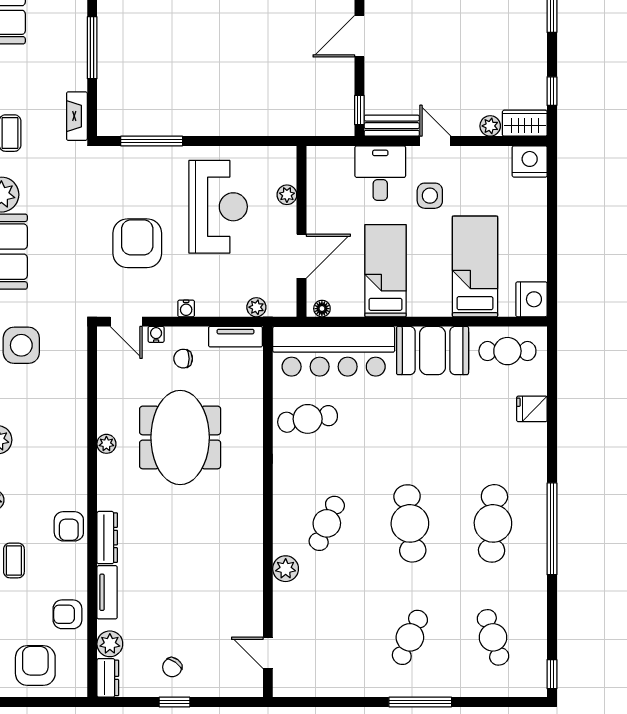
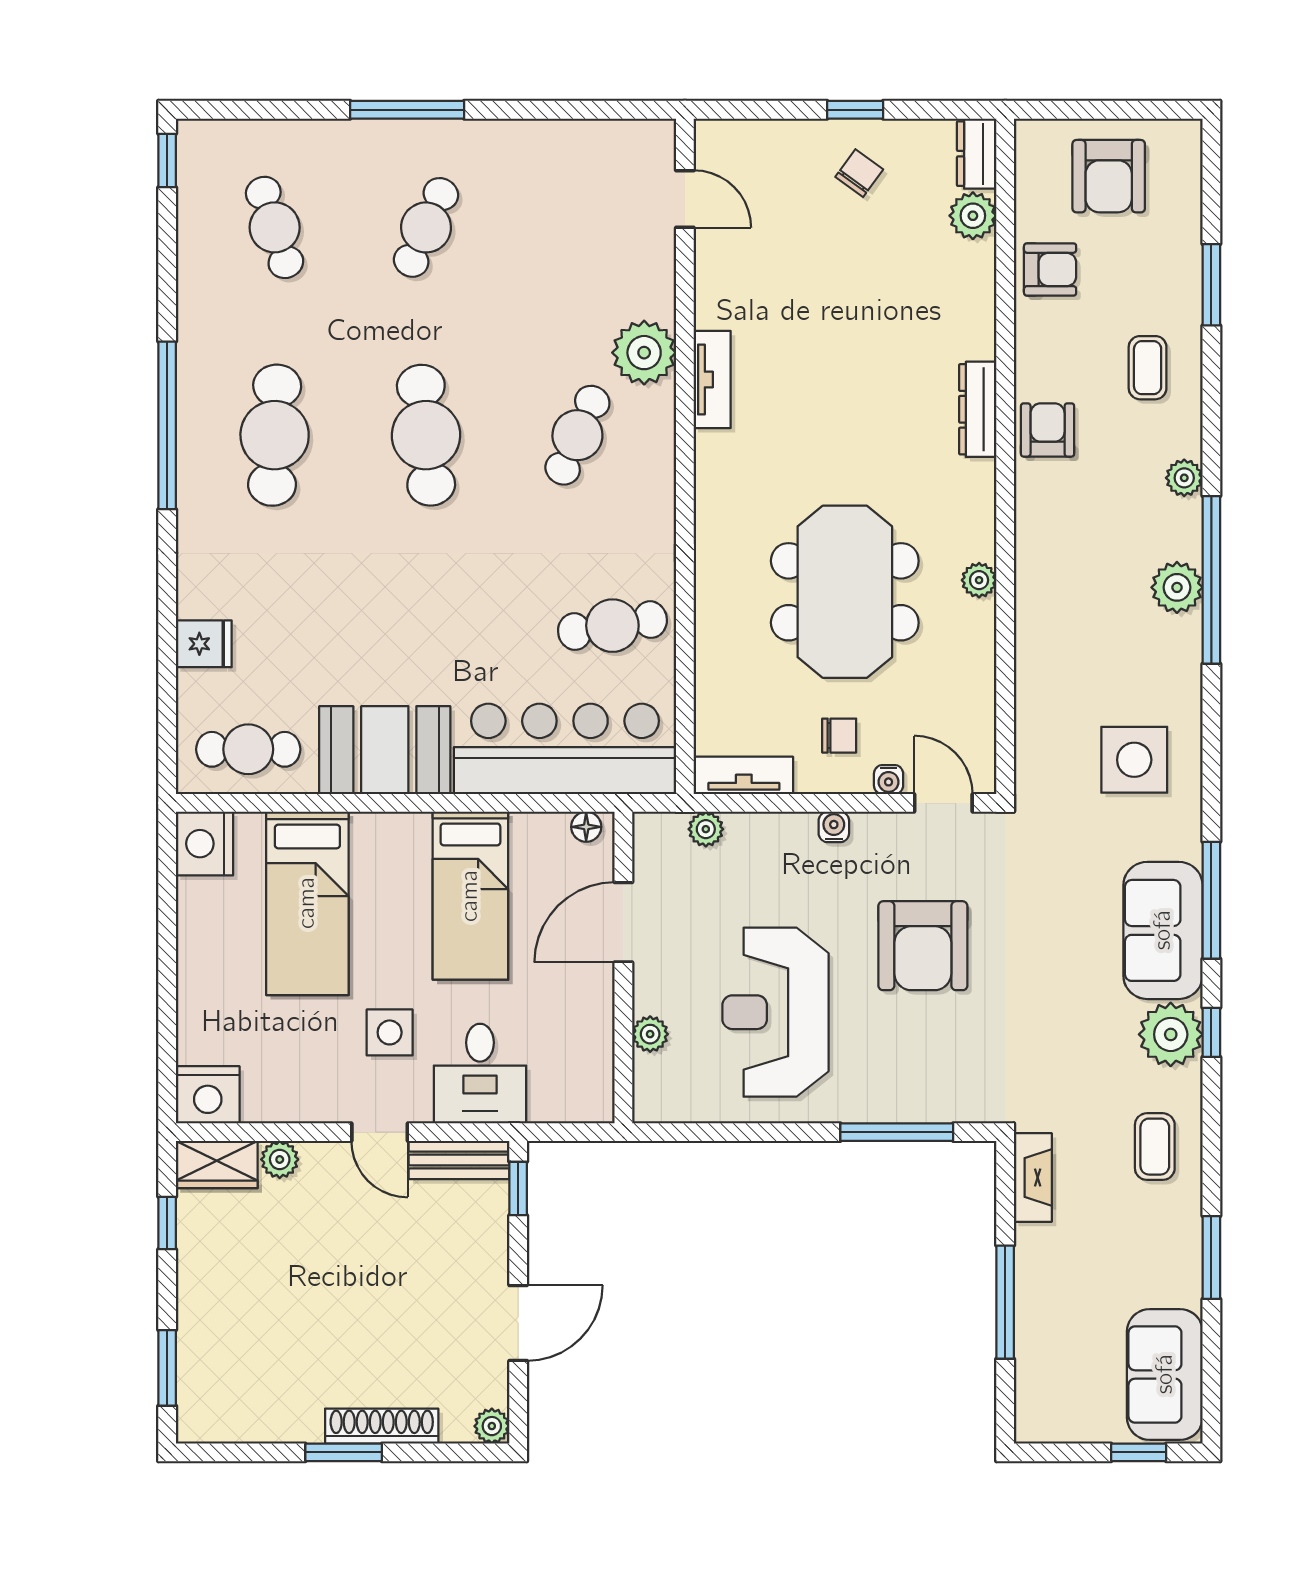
plant: (286, 569) -> (644, 353), width x1.36, depth x1.36
tv unit: (107, 592) -> (712, 379), moved, turned 180

